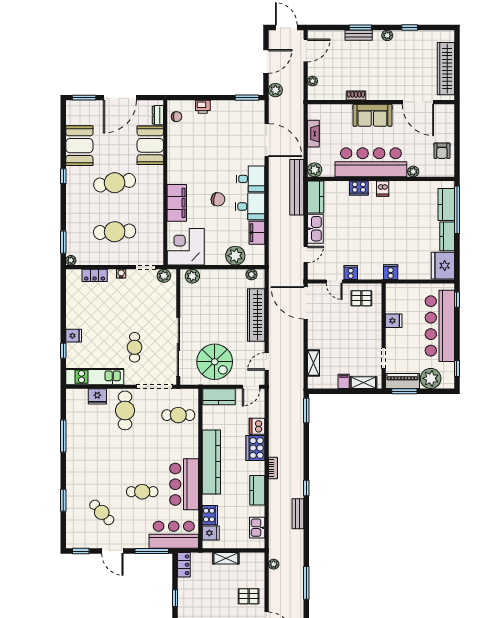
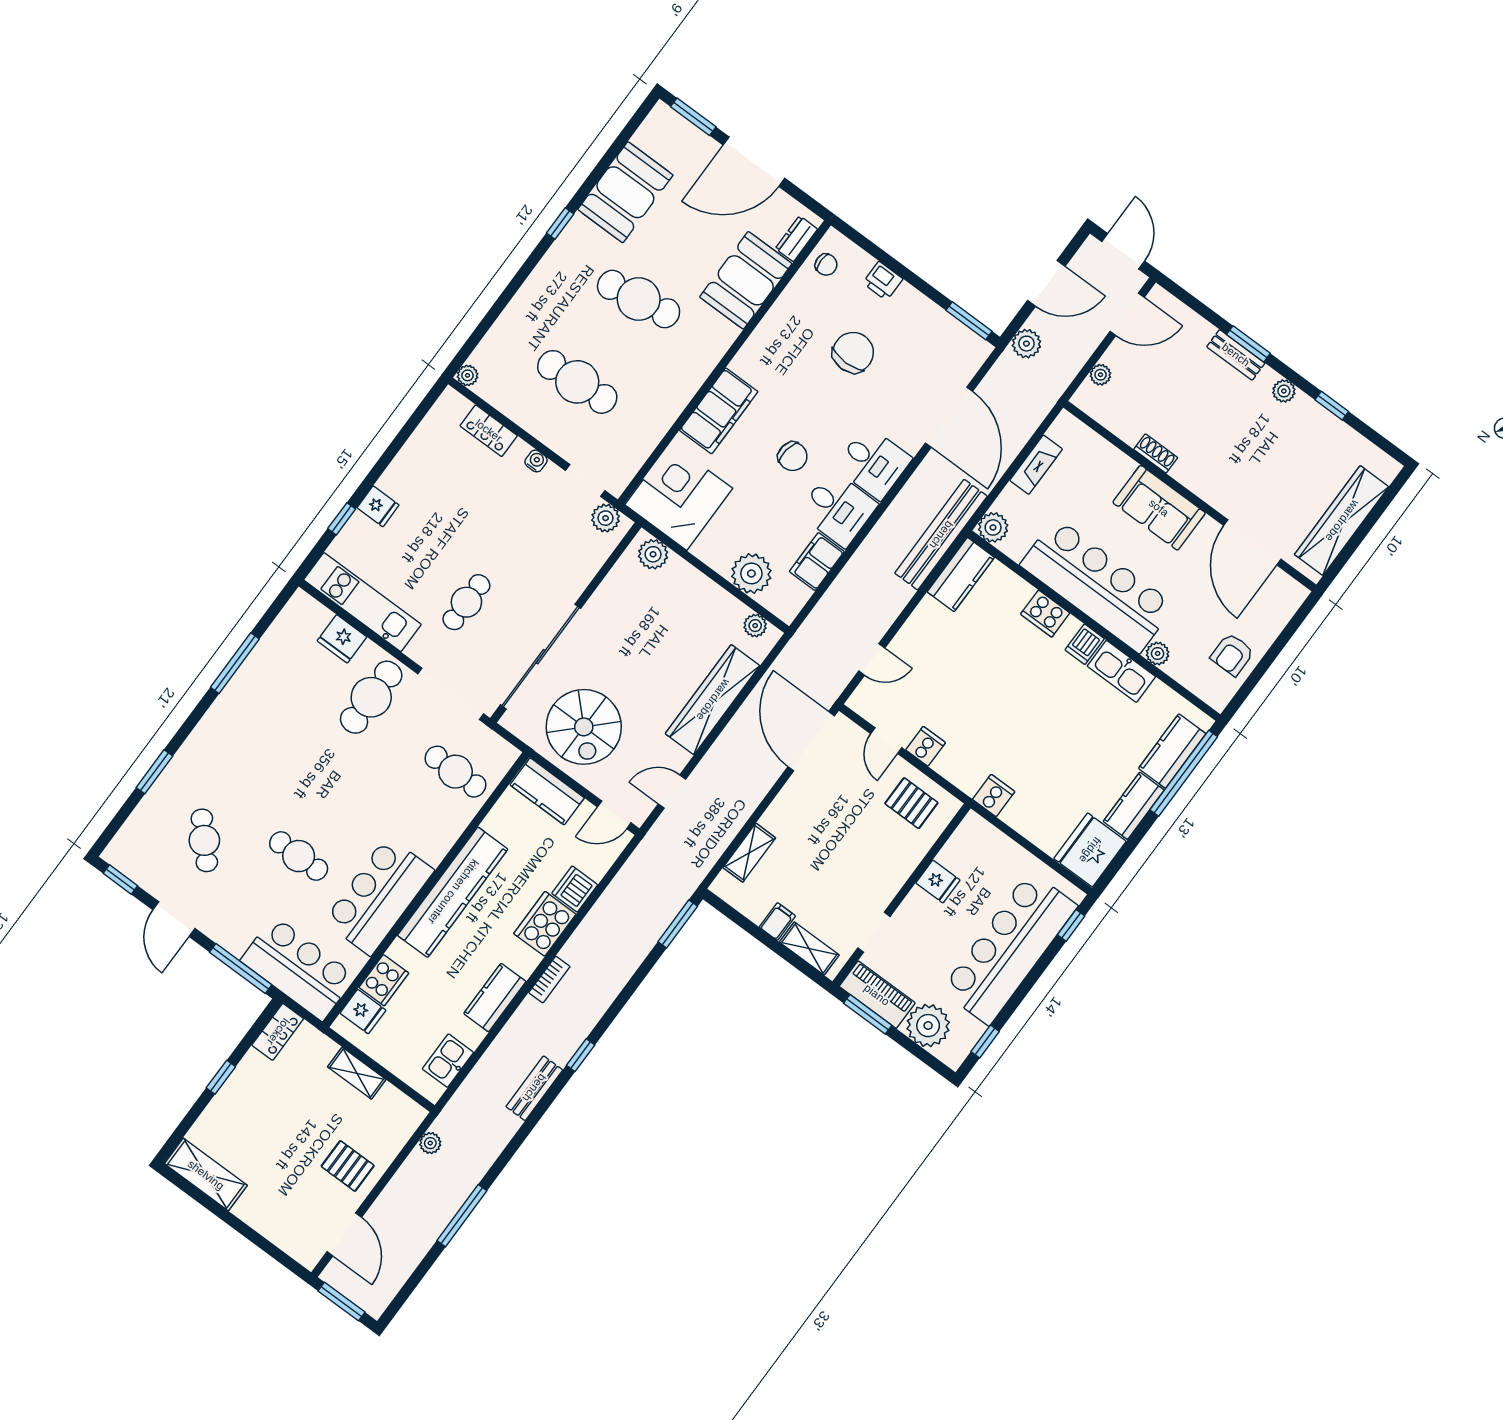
chair: (212, 142) -> (853, 352), added
kitchen sink: (315, 229) -> (1121, 671), moved, turned 90
window: (63, 242) -> (477, 335), removed

